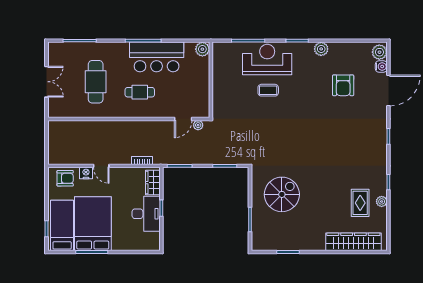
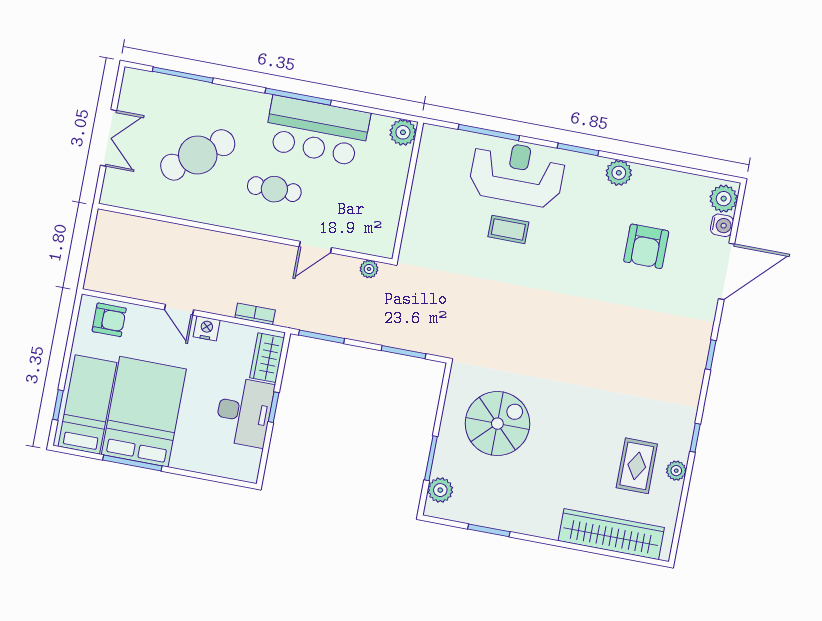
cafe table: (96, 82) -> (198, 155), turned 53
door: (183, 119) -> (315, 247), moved
nightstand: (86, 173) -> (207, 328), moved
plant: (258, 235) -> (440, 490), added

